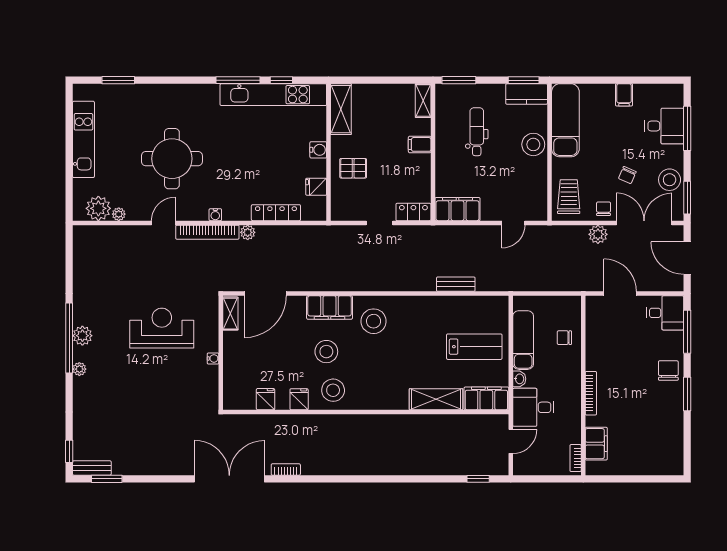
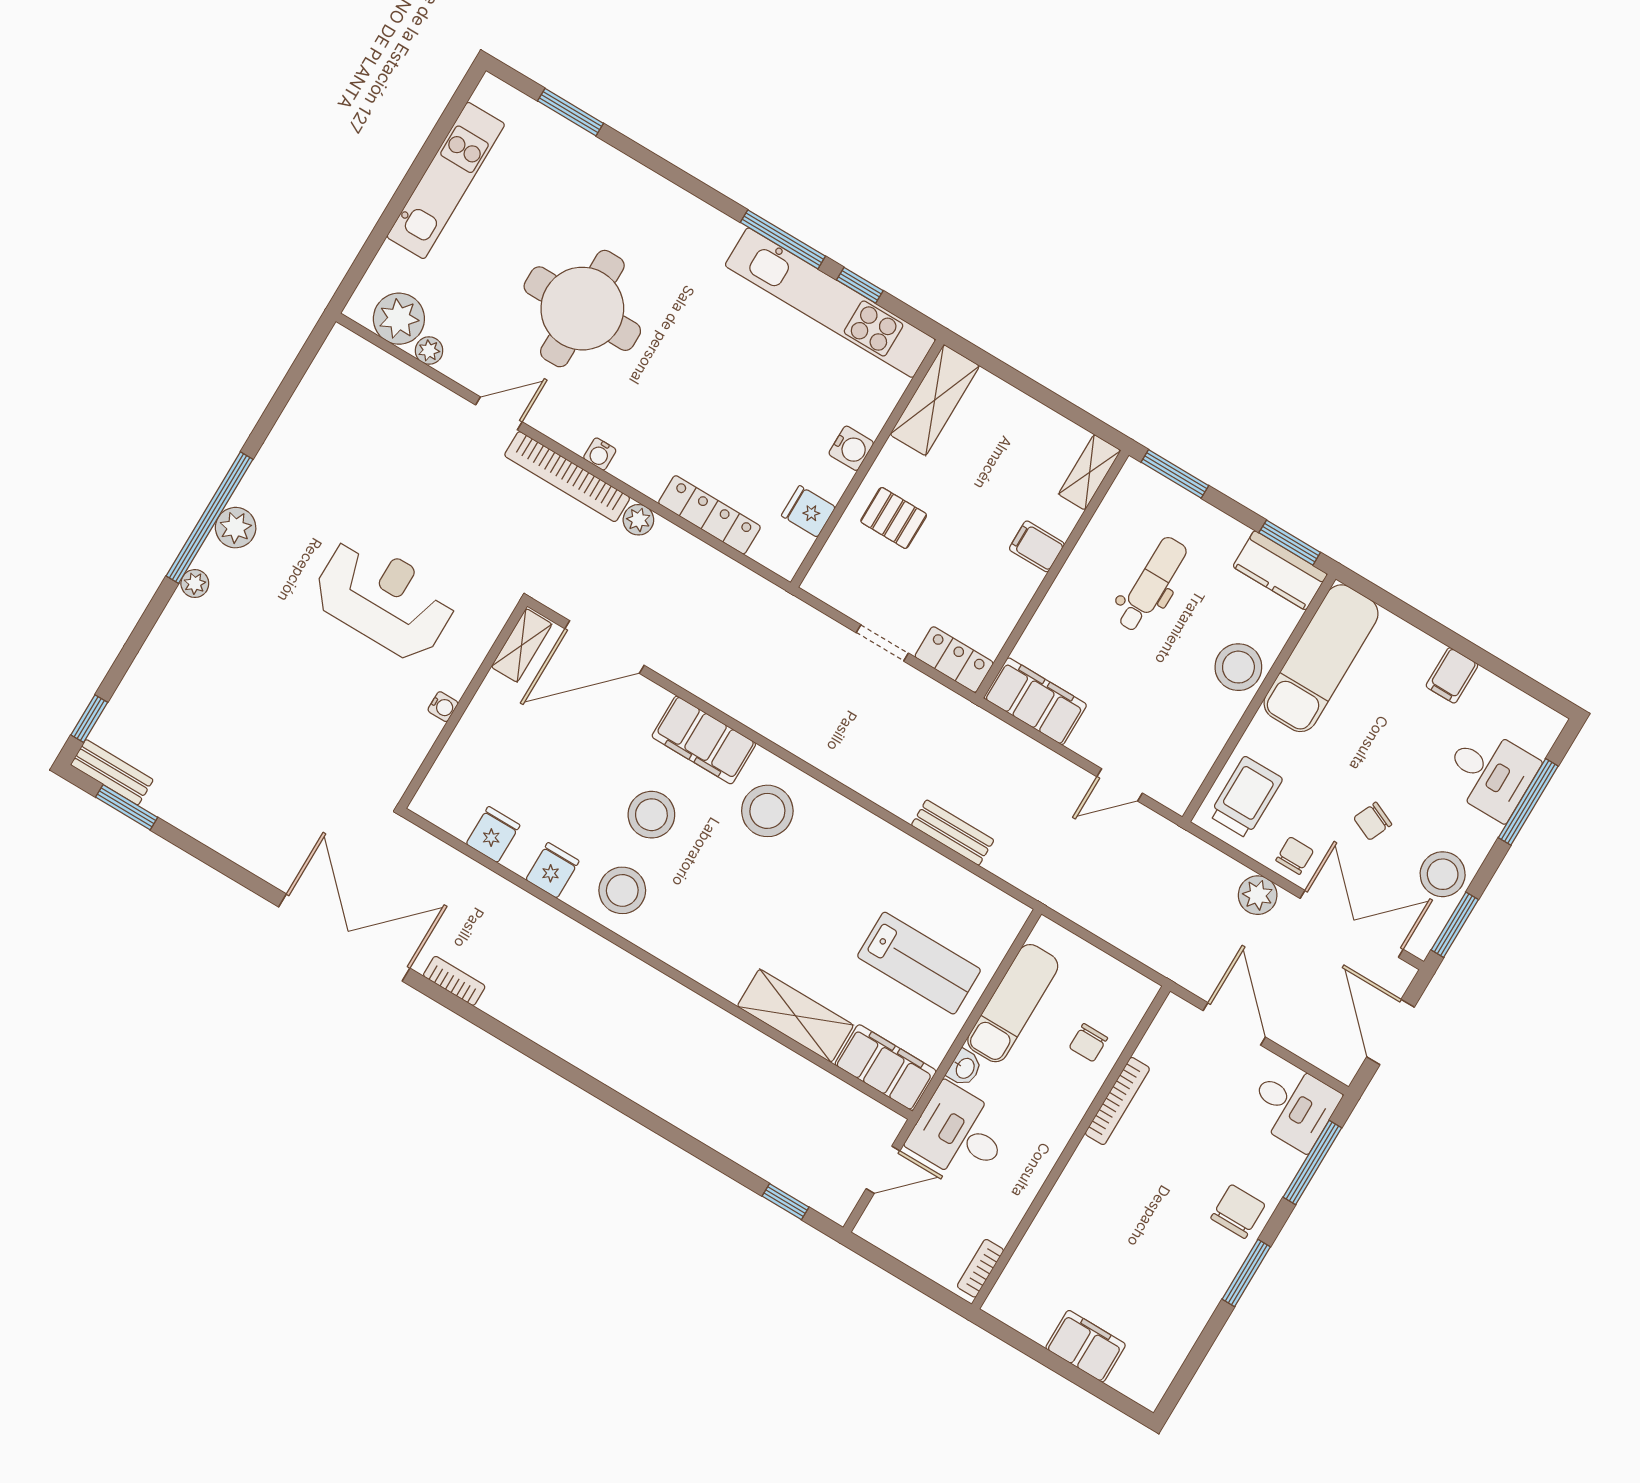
chair: (564, 338) -> (1088, 1043), turned -90
bookcase: (591, 393) -> (1117, 1101), moved
filing cabinet: (596, 444) -> (1086, 1346), moved, turned -90

